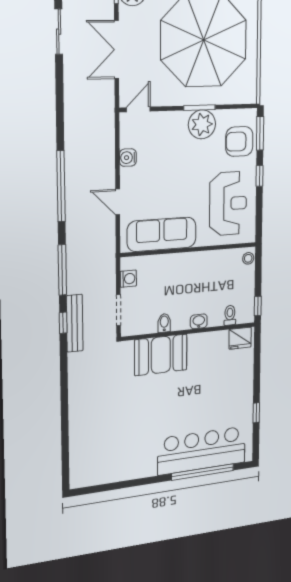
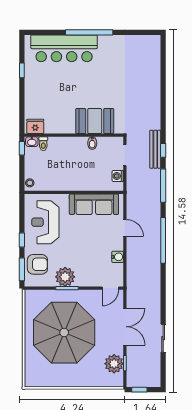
washbasin: (199, 321) -> (32, 142), moved
window: (203, 472) -> (89, 32), moved

